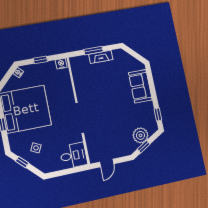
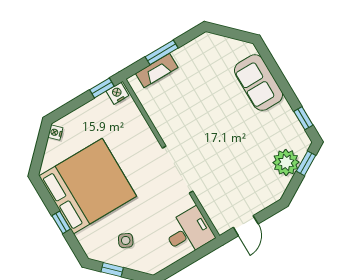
fireplace: (101, 57) -> (157, 70), moved
window: (40, 60) -> (102, 88), moved
window: (144, 147) -> (306, 163), moved

